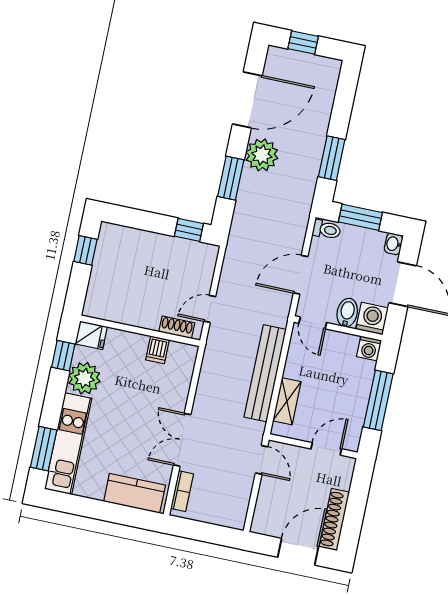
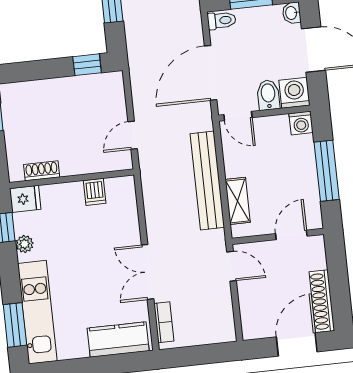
door: (301, 275) -> (211, 73), width x1.36
shoe rack: (177, 327) -> (42, 171), moved
plant: (84, 378) -> (25, 244), width x0.53, depth x0.53

